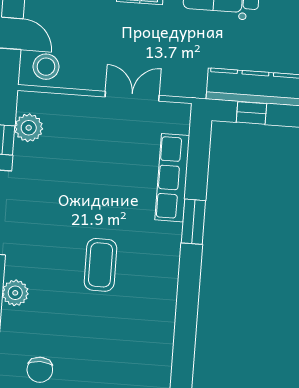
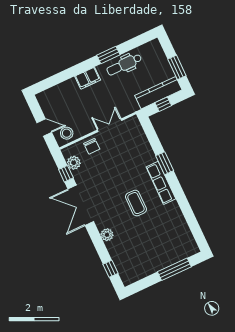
row of seats: (172, 178) -> (161, 183), moved
chair: (40, 370) -> (92, 146), moved

